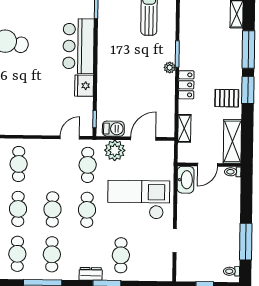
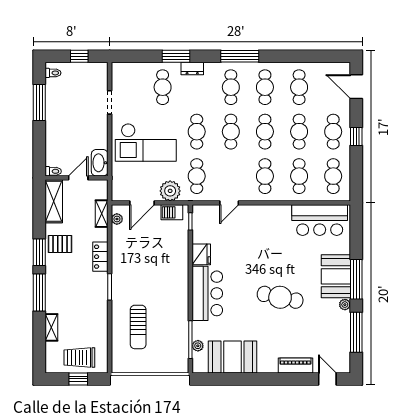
plant: (170, 68) -> (117, 219), moved
door: (70, 138) -> (229, 203), moved

